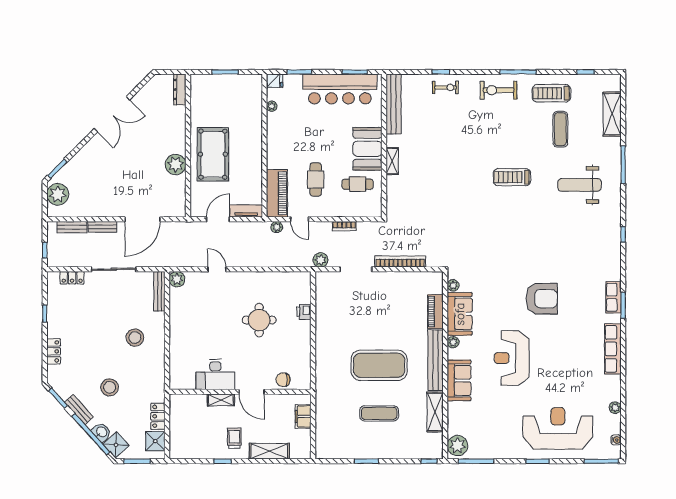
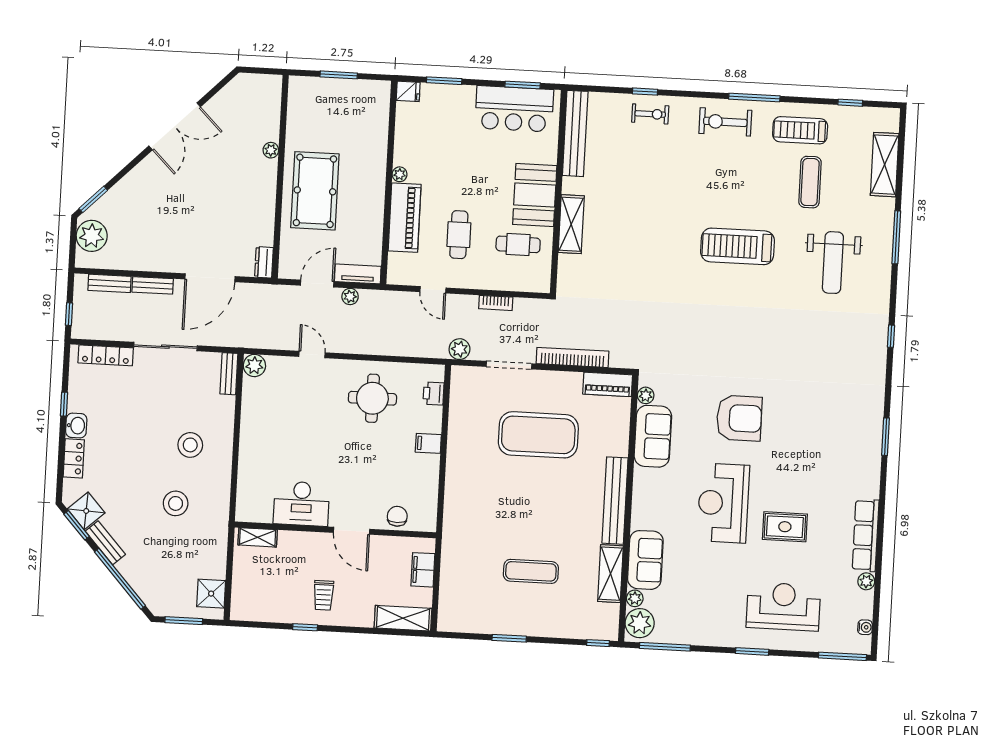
dresser: (180, 89) -> (264, 262), moved, width x0.70
bar counter: (340, 89) -> (514, 109), width x0.73
plant: (272, 106) -> (400, 174), moved
shelving: (392, 161) -> (571, 224), width x1.50, depth x1.33
plant: (176, 164) -> (271, 150), moved, width x0.53, depth x0.53
treadmill: (512, 177) -> (738, 246), width x1.37, depth x1.38
weight bench: (580, 185) -> (833, 263), turned -90
piano: (277, 193) -> (405, 218), moved
plant: (277, 227) -> (350, 296), moved
locker: (72, 278) -> (106, 355), width x1.53
bench: (159, 291) -> (229, 374), width x0.73
row of seats: (613, 297) -> (872, 425), removed
armchair: (542, 299) -> (739, 418), moved
printer: (304, 312) -> (434, 394), moved
piano: (435, 312) -> (608, 384), moved, turned -90
round table: (259, 320) -> (372, 398), moved
filing cabinet: (302, 327) -> (428, 443), added
plant: (453, 342) -> (635, 598), moved
row of seats: (613, 349) -> (866, 535), moved
exercise mat: (379, 365) -> (538, 435), moved
rug: (556, 372) -> (785, 527), added
chair: (283, 380) -> (397, 516), turned 90
sofa: (459, 380) -> (645, 560), moved
stool: (110, 387) -> (176, 503), moved
shelving: (221, 400) -> (258, 537), moved
locker: (158, 416) -> (217, 559), removed
reception desk: (558, 428) -> (783, 606), width x0.74, depth x0.77
washbasin: (101, 432) -> (76, 426), moved, turned 42
trolley: (234, 438) -> (324, 595), turned 180
shower: (116, 445) -> (86, 511), moved
shelving: (269, 451) -> (403, 618), moved

